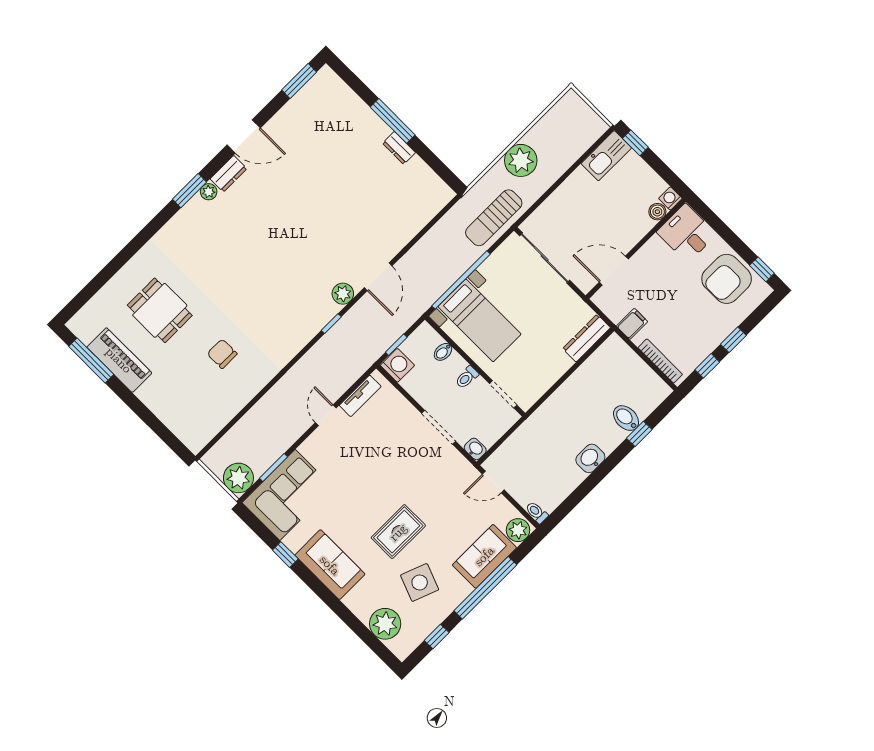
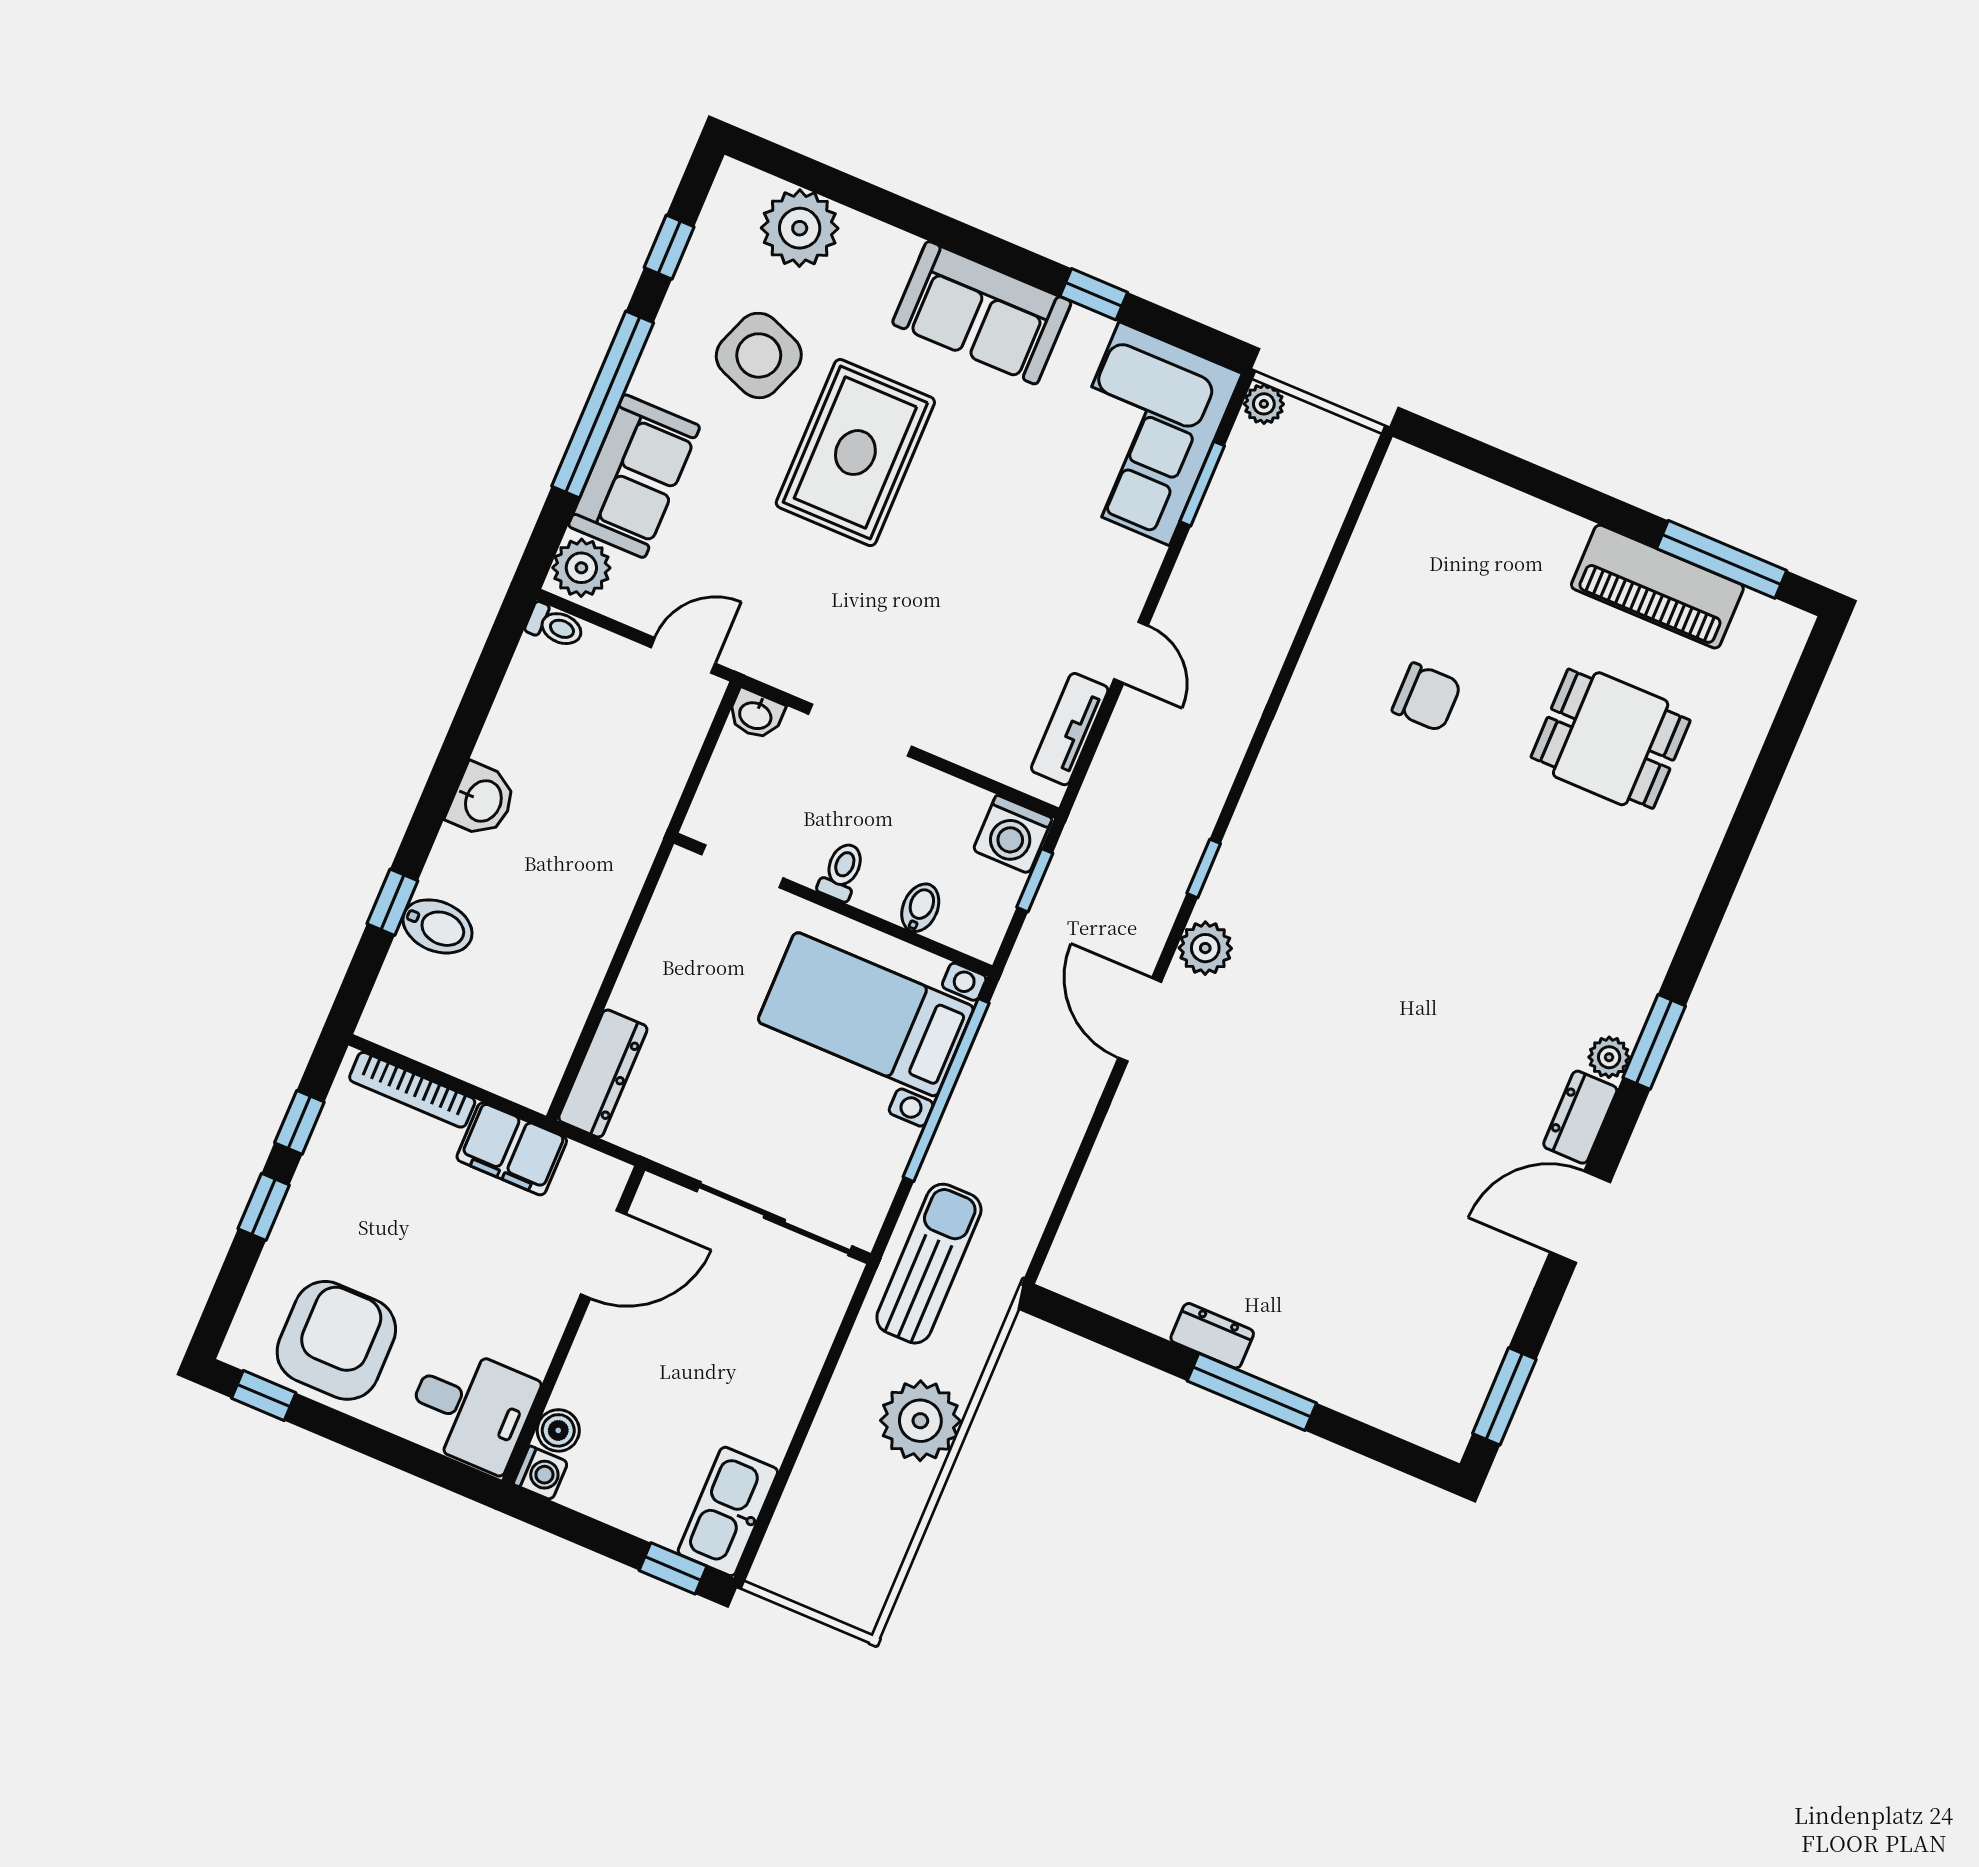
filing cabinet: (632, 324) -> (512, 1149), width x2.00
plant: (238, 478) -> (1264, 404), width x0.53, depth x0.53
rug: (398, 532) -> (855, 453), width x1.36, depth x1.43

